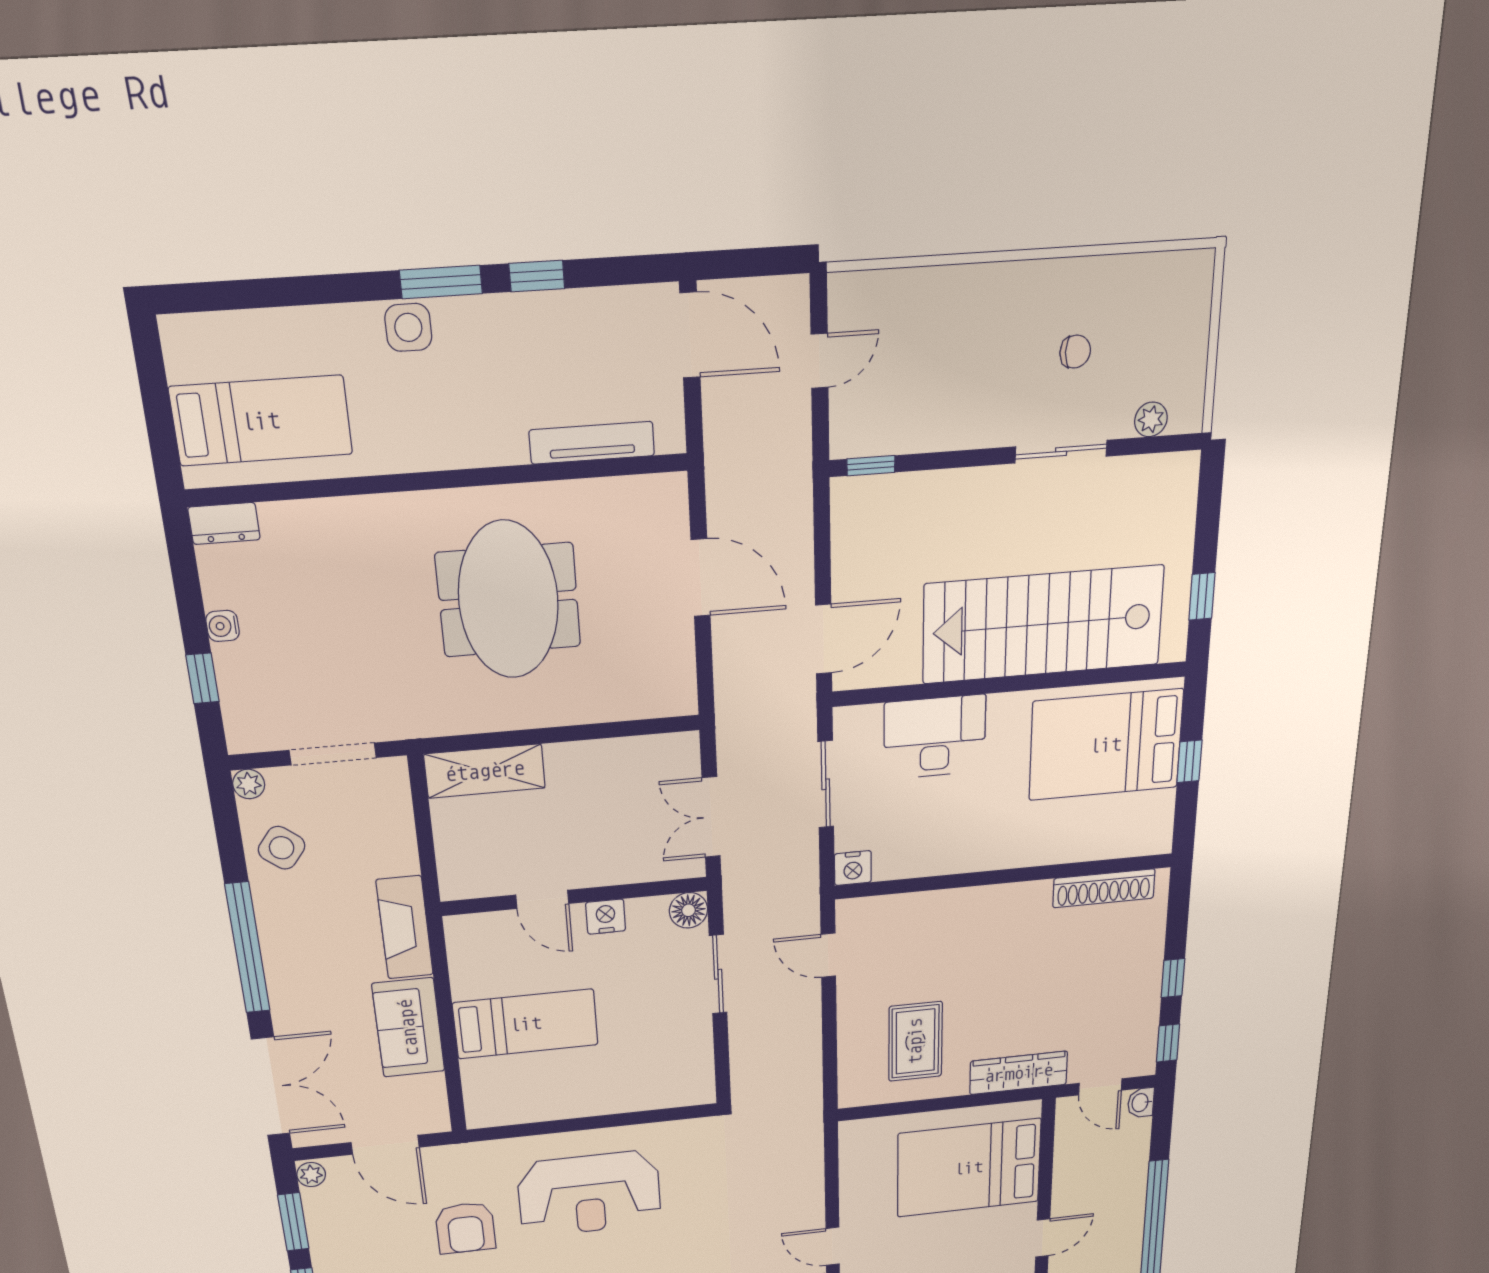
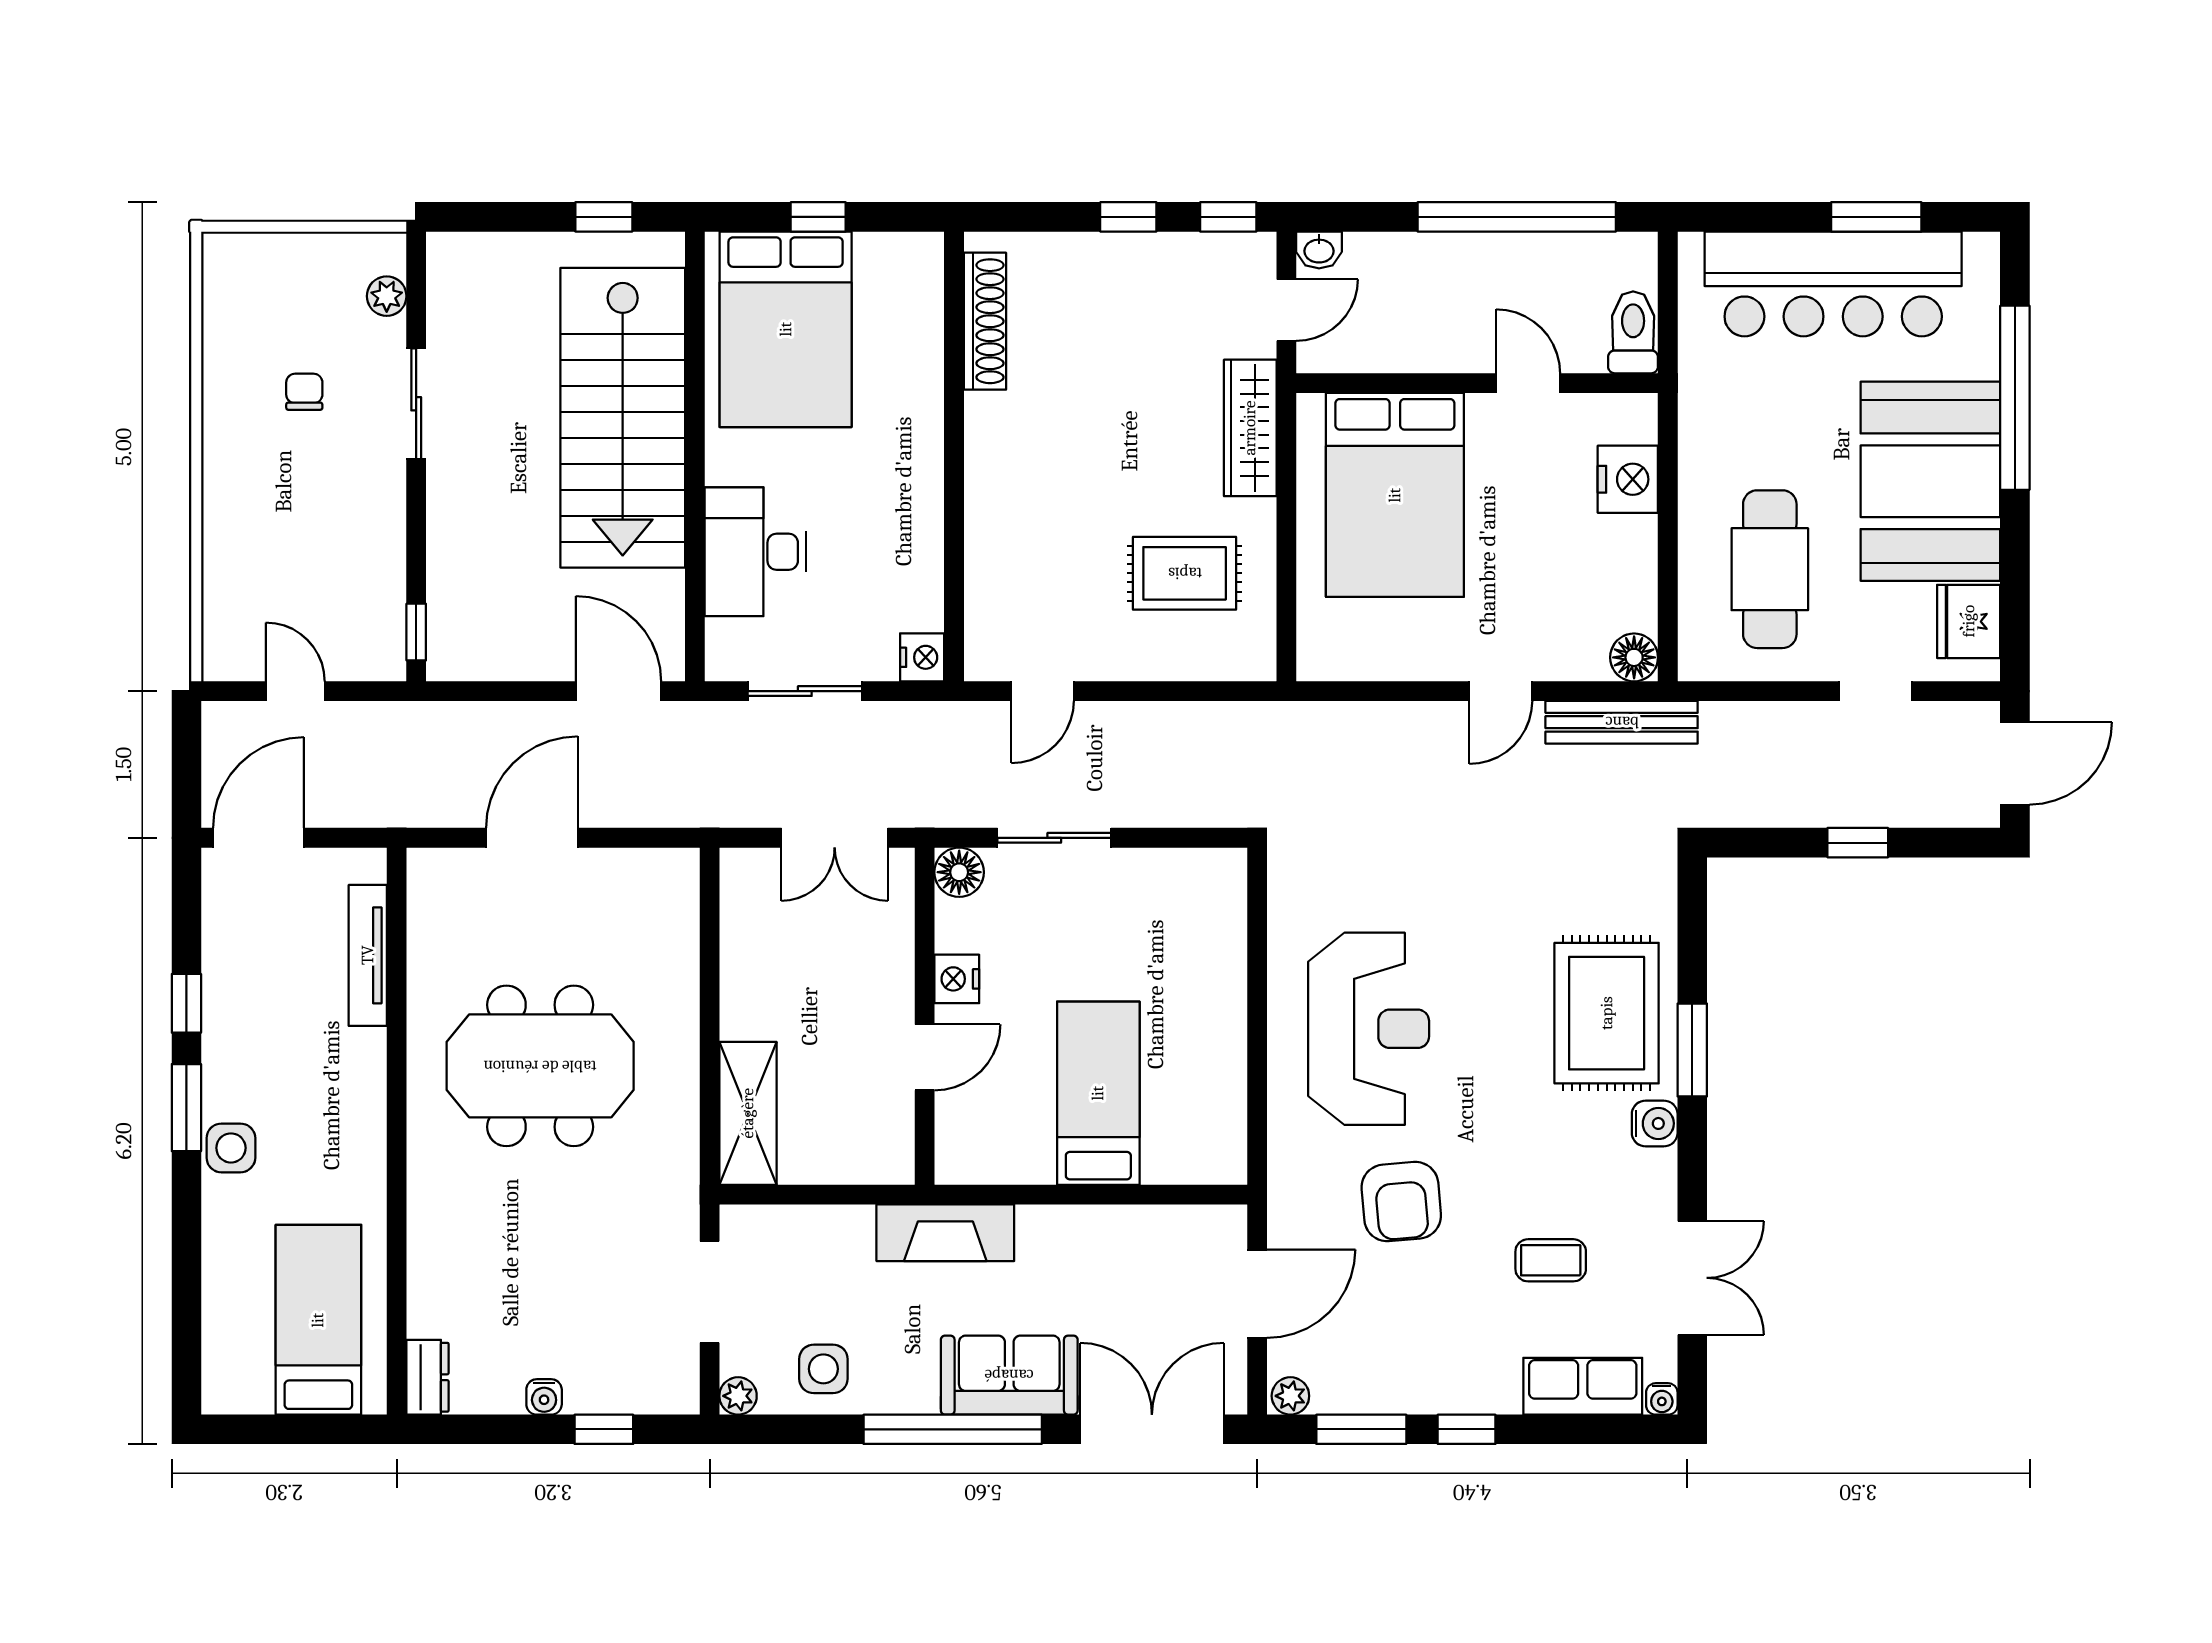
side table: (282, 848) -> (823, 1369), turned -38
sofa: (408, 1028) -> (1009, 1375), moved, turned 180
armchair: (465, 1228) -> (1401, 1202), turned 85

